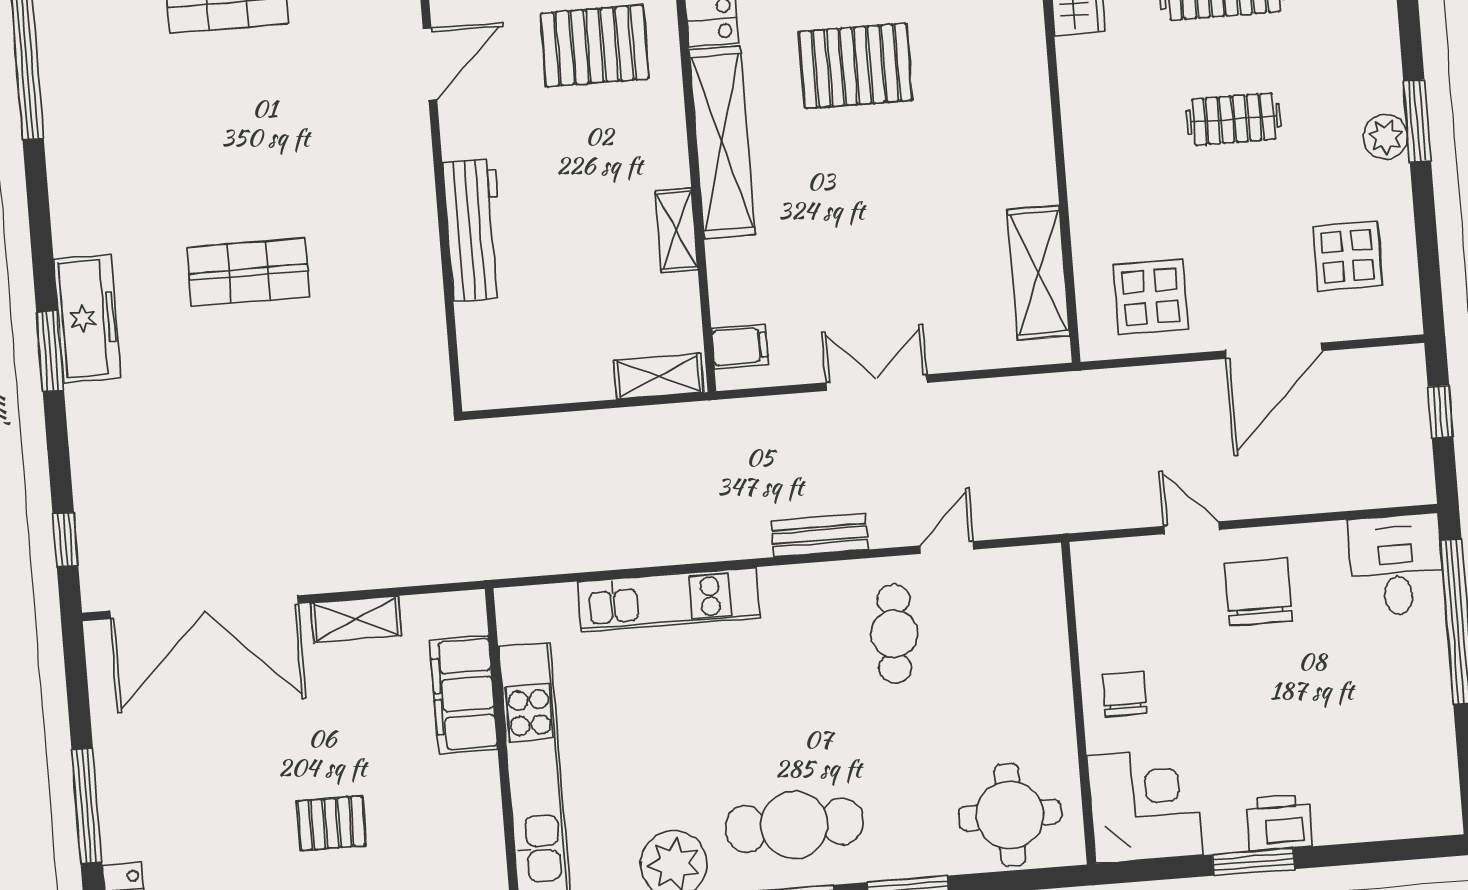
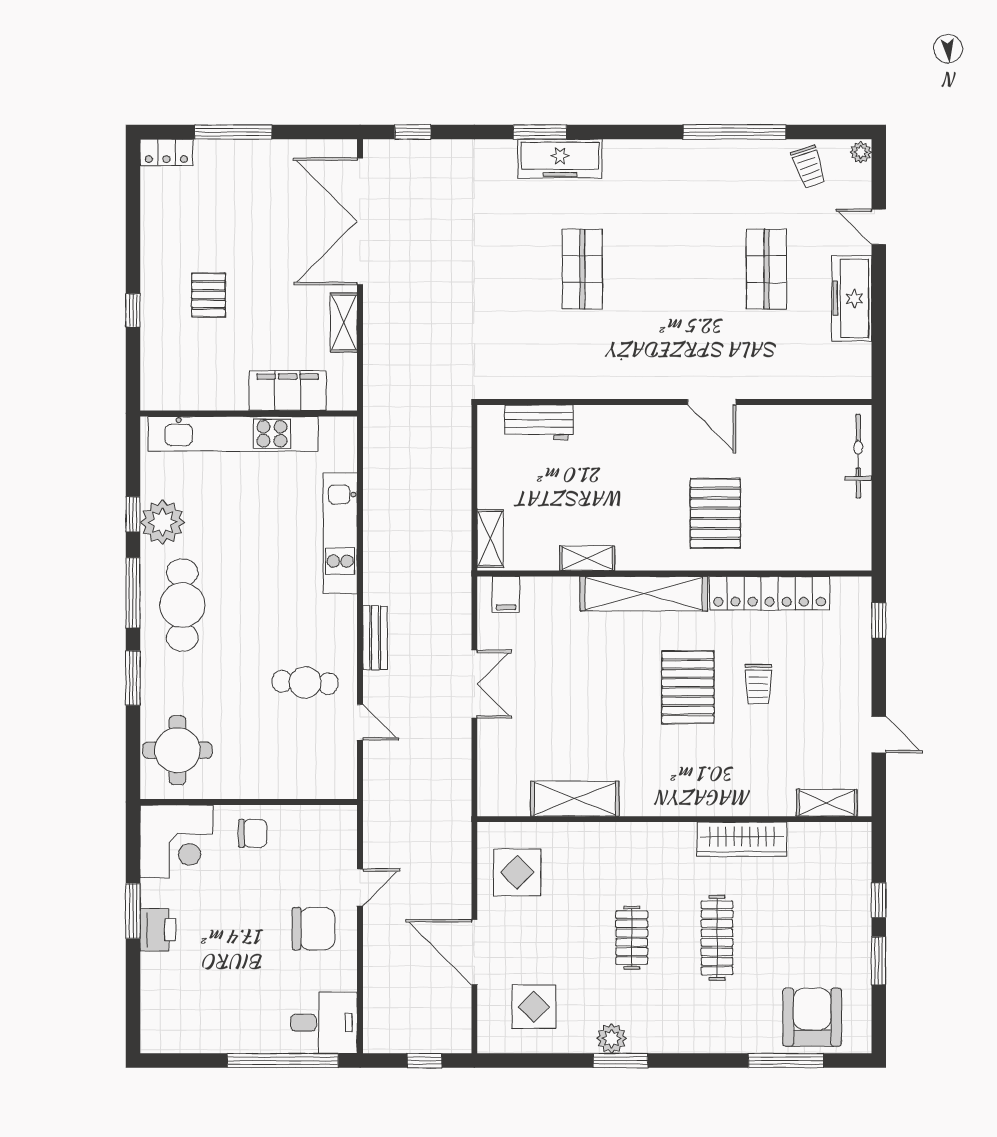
workbench: (474, 230) -> (539, 422), moved, width x0.73
shelving: (1039, 273) -> (575, 799), moved

